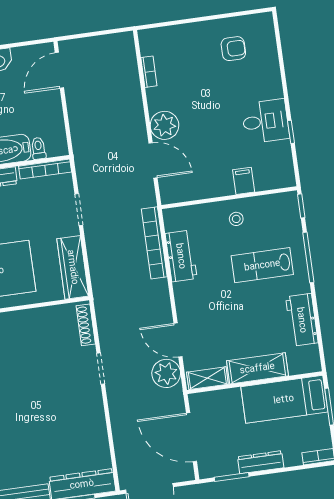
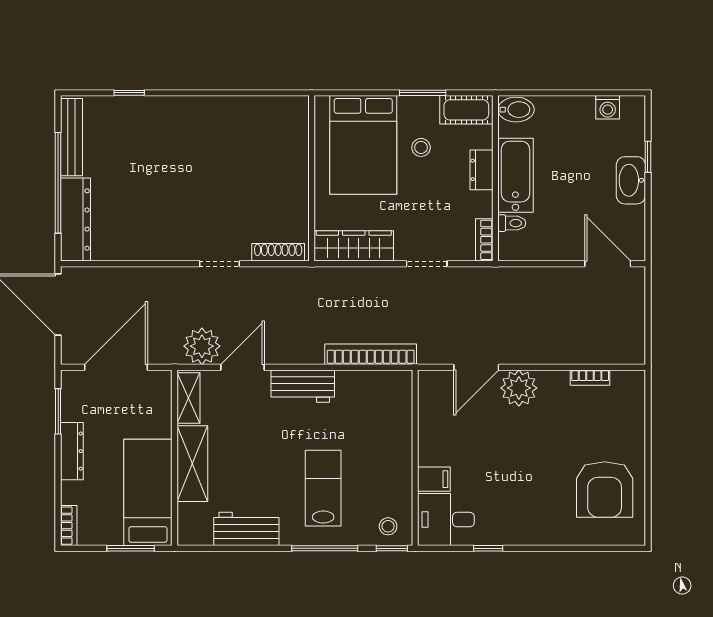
armchair: (233, 49) -> (605, 489), width x1.88, depth x1.88
desk: (265, 121) -> (446, 520), moved, turned 90
bookcase: (45, 169) -> (484, 240), width x0.64
stool: (236, 219) -> (388, 526), moved
workbench: (181, 256) -> (303, 386), moved

